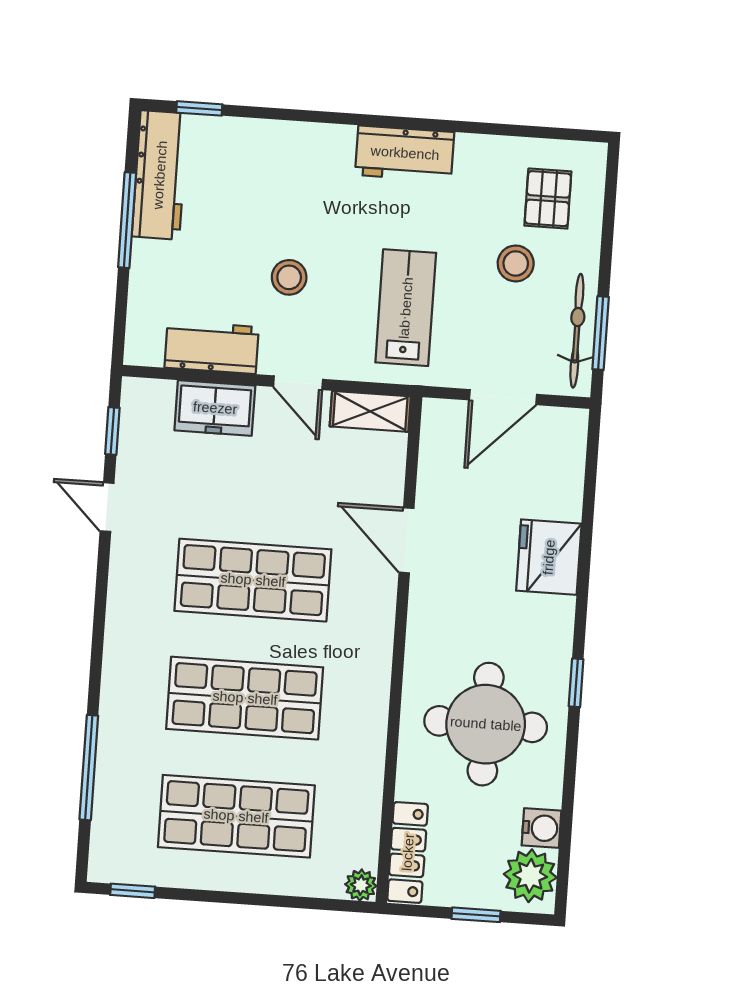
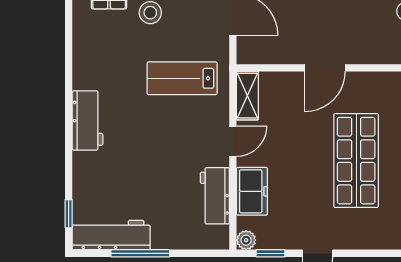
workbench: (405, 153) -> (87, 120), moved
stool: (289, 277) -> (169, 151), removed
plant: (136, 393) -> (246, 240), added

